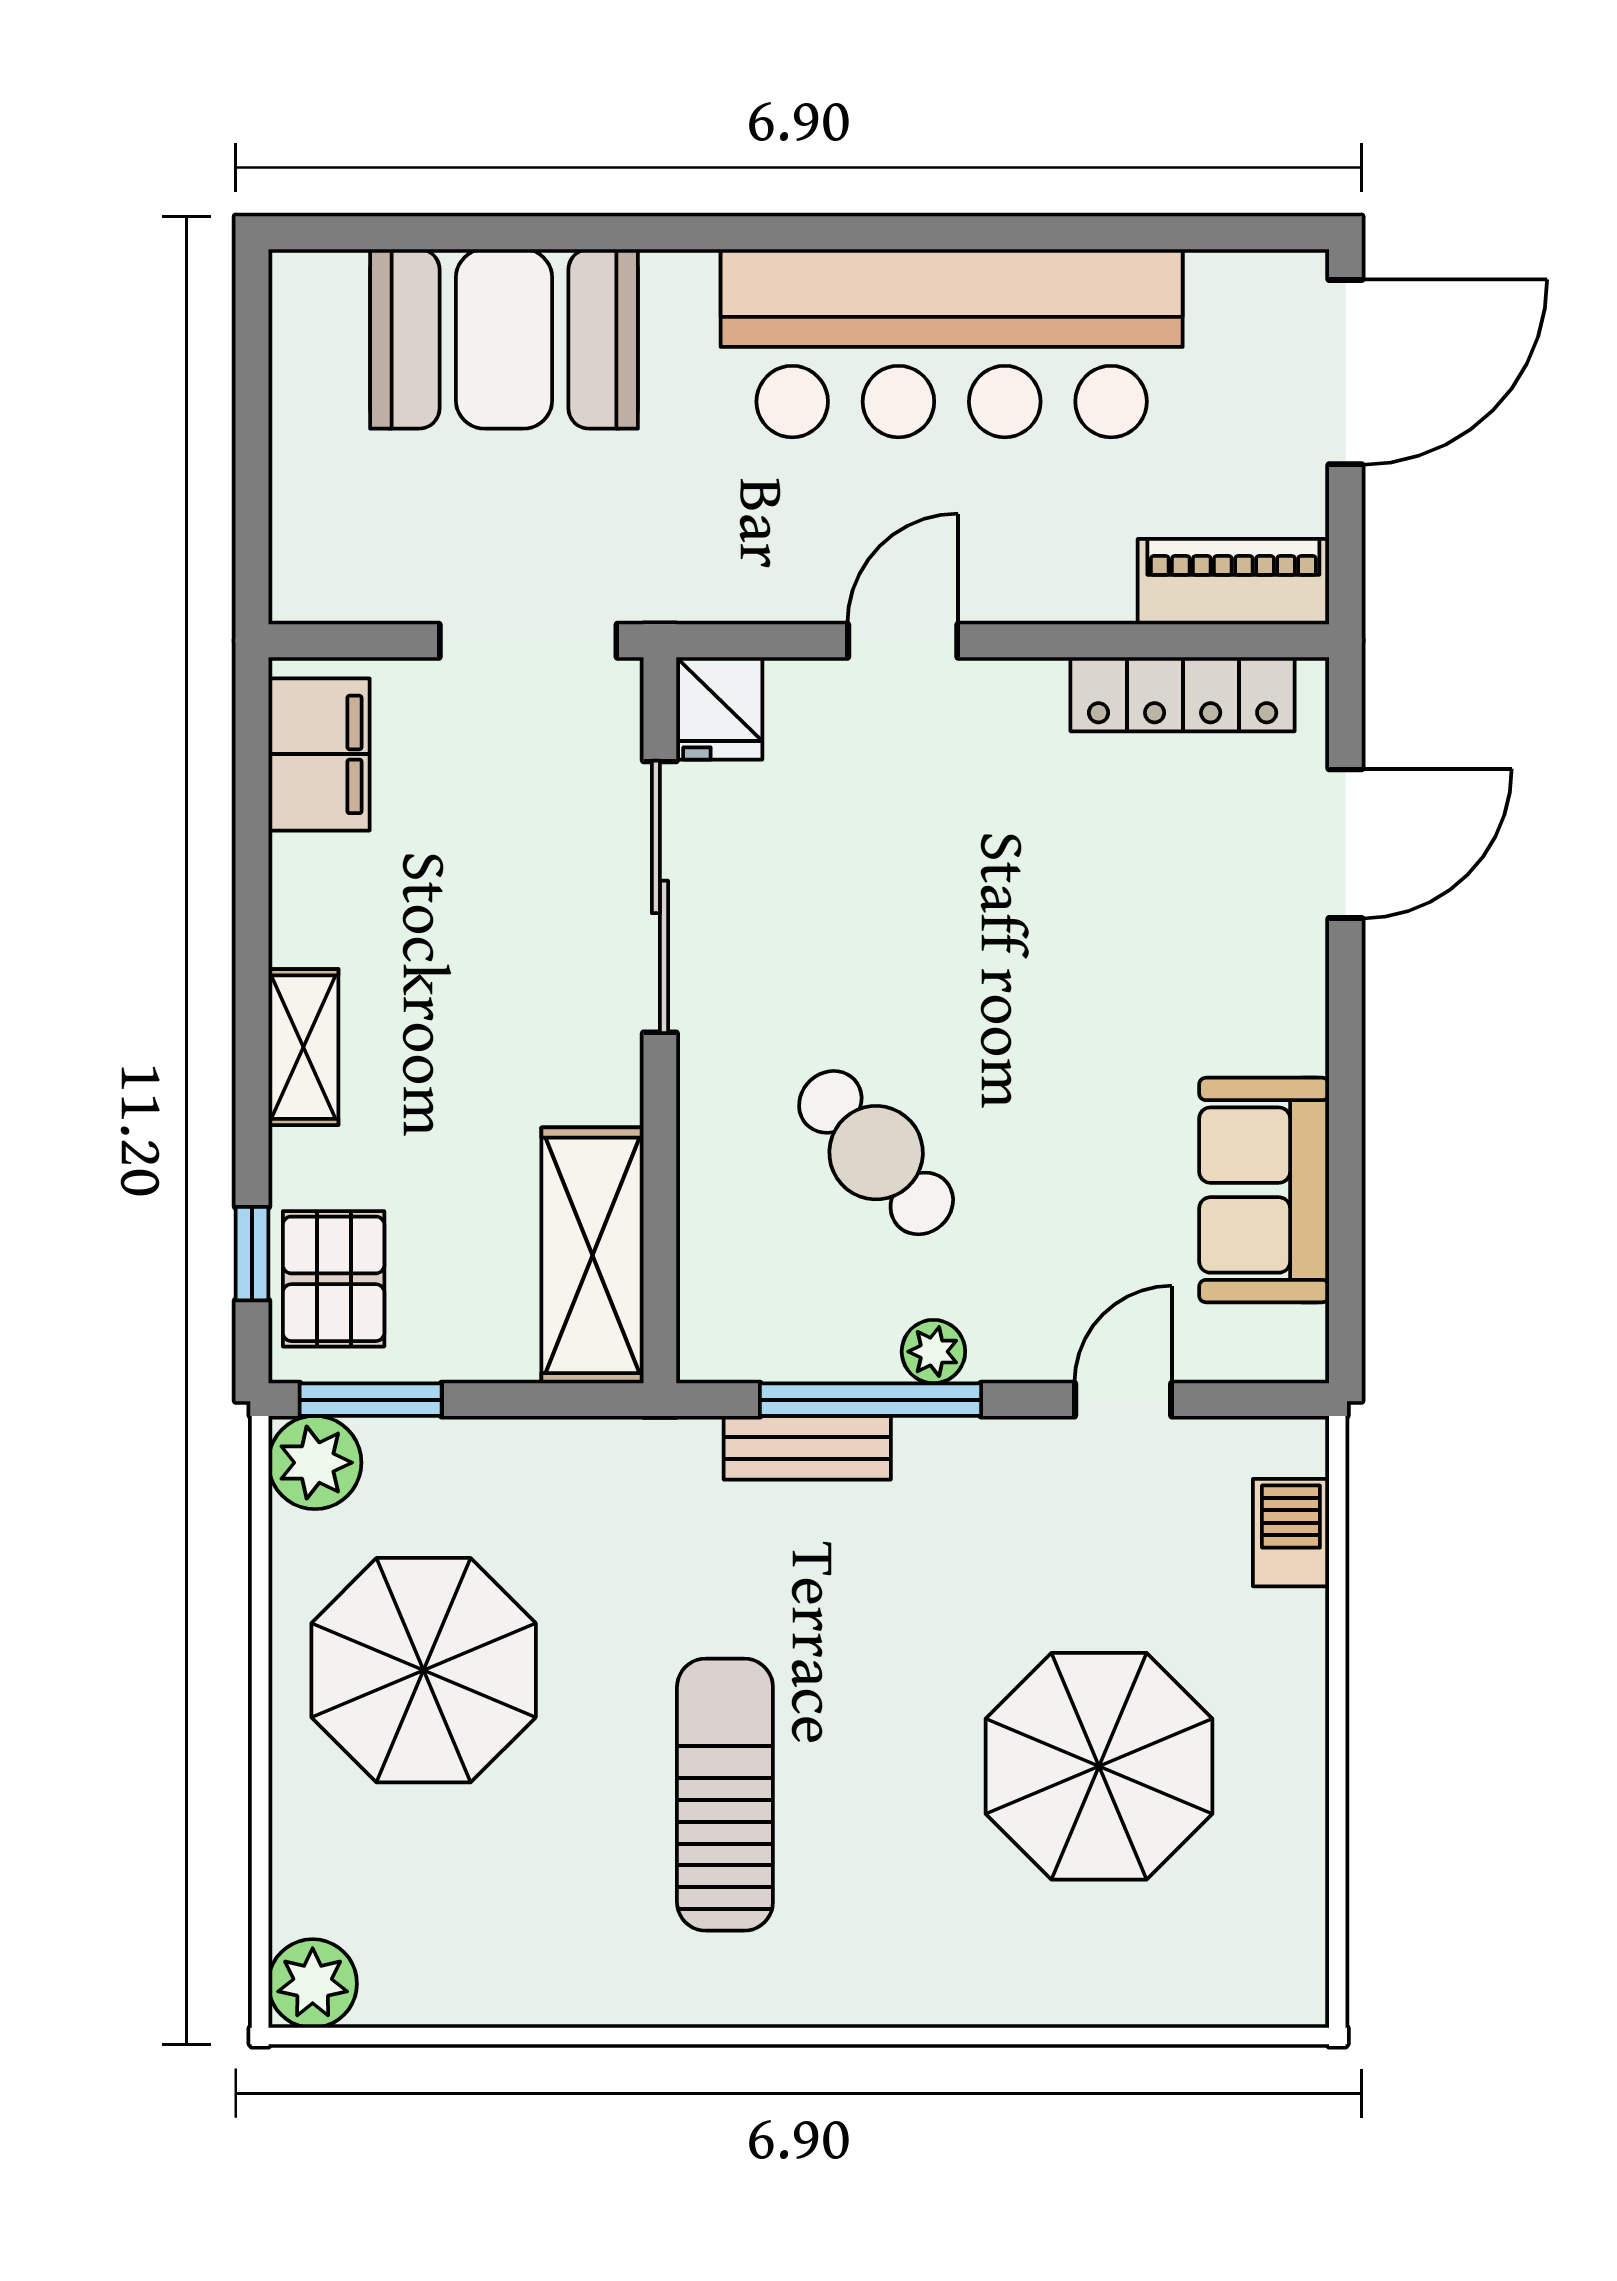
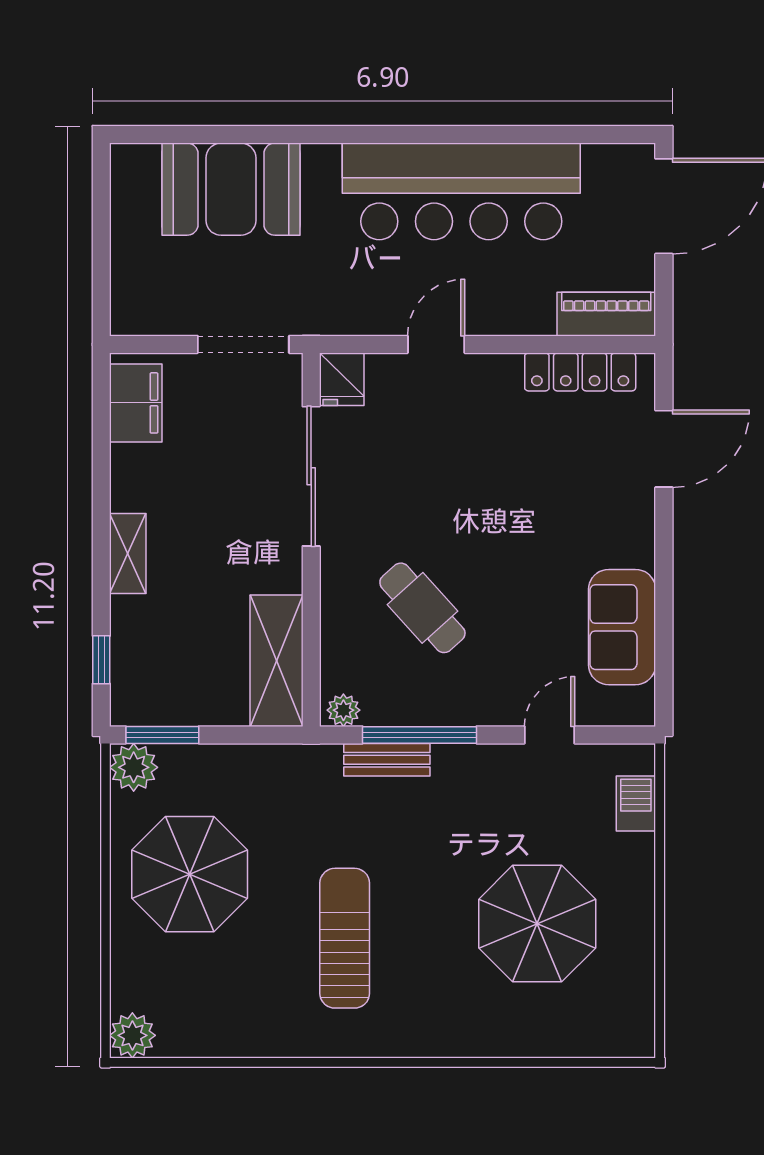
pallet: (334, 1279) -> (143, 673), removed
plant: (933, 1352) -> (343, 710), moved

